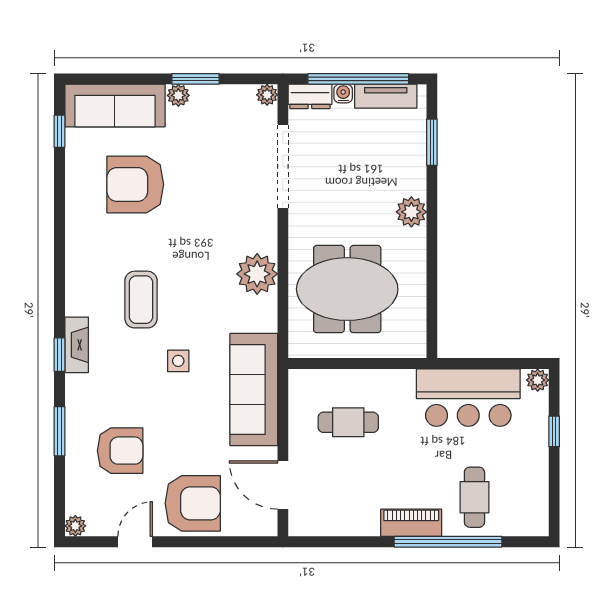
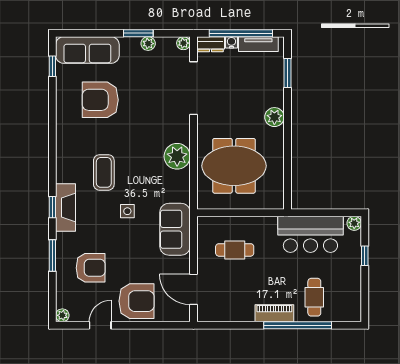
plant: (178, 95) -> (148, 44), moved
fireplace: (77, 345) -> (66, 207), width x1.37, depth x1.32
sofa: (254, 390) -> (175, 229), width x0.73

